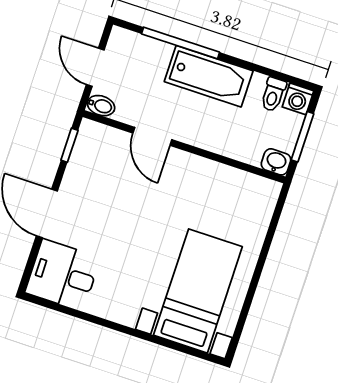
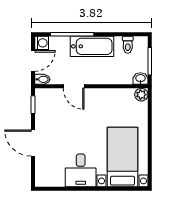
door: (95, 67) -> (33, 61), swing flipped
washing machine: (298, 99) -> (42, 43), moved, turned -90
plant: (268, 191) -> (141, 95), added
desk: (63, 275) -> (81, 170), moved, turned -90

